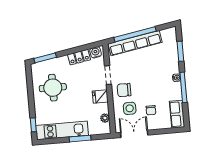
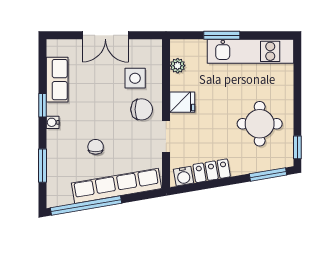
window: (135, 34) -> (86, 206), moved
window: (183, 87) -> (42, 105), width x0.46
chair: (151, 110) -> (96, 147), moved
row of seats: (177, 114) -> (57, 80), moved
window: (33, 125) -> (297, 147), moved
double door: (134, 134) -> (105, 35), moved

